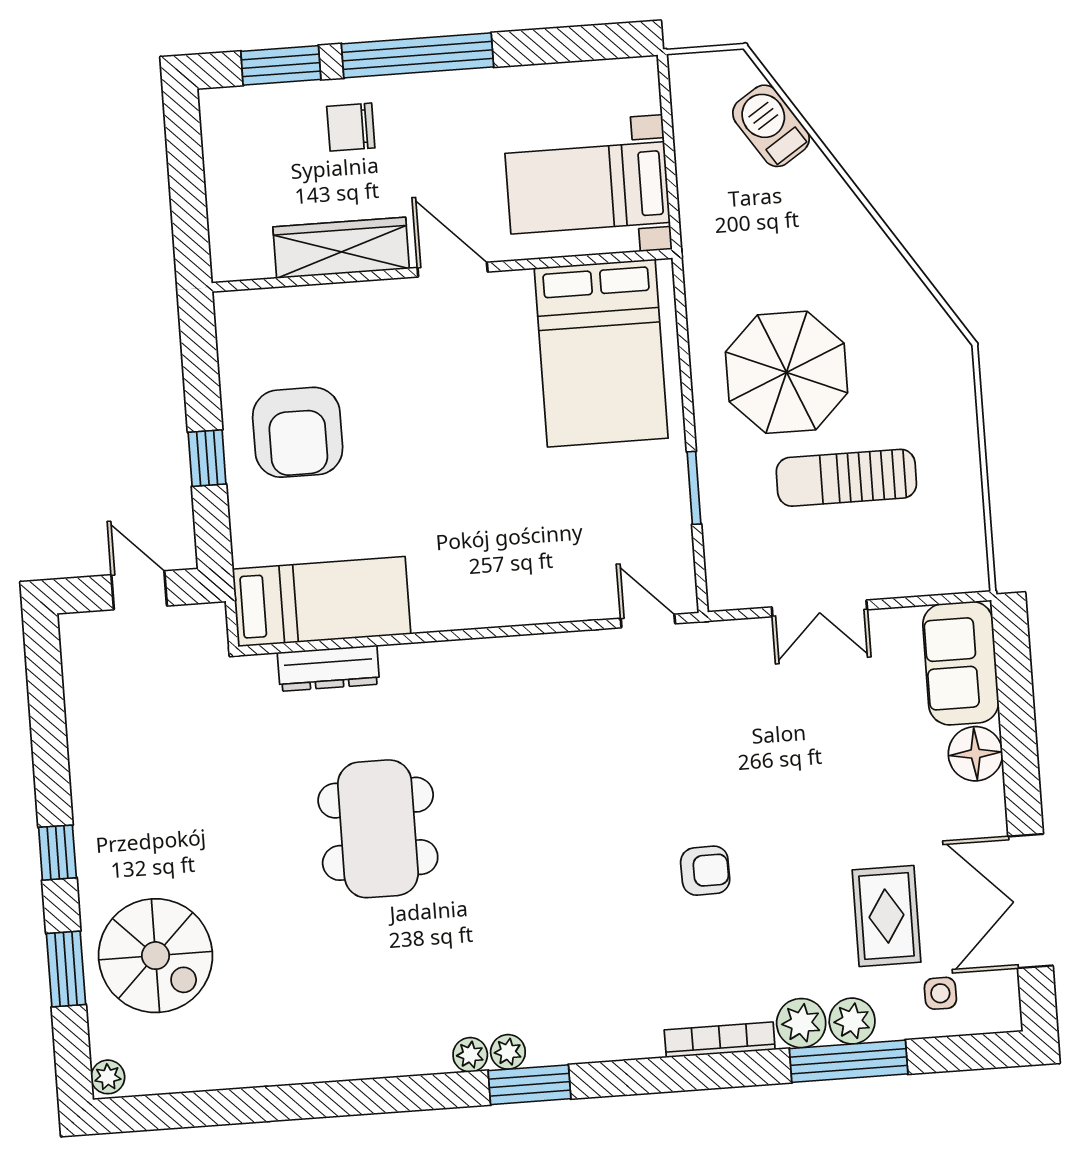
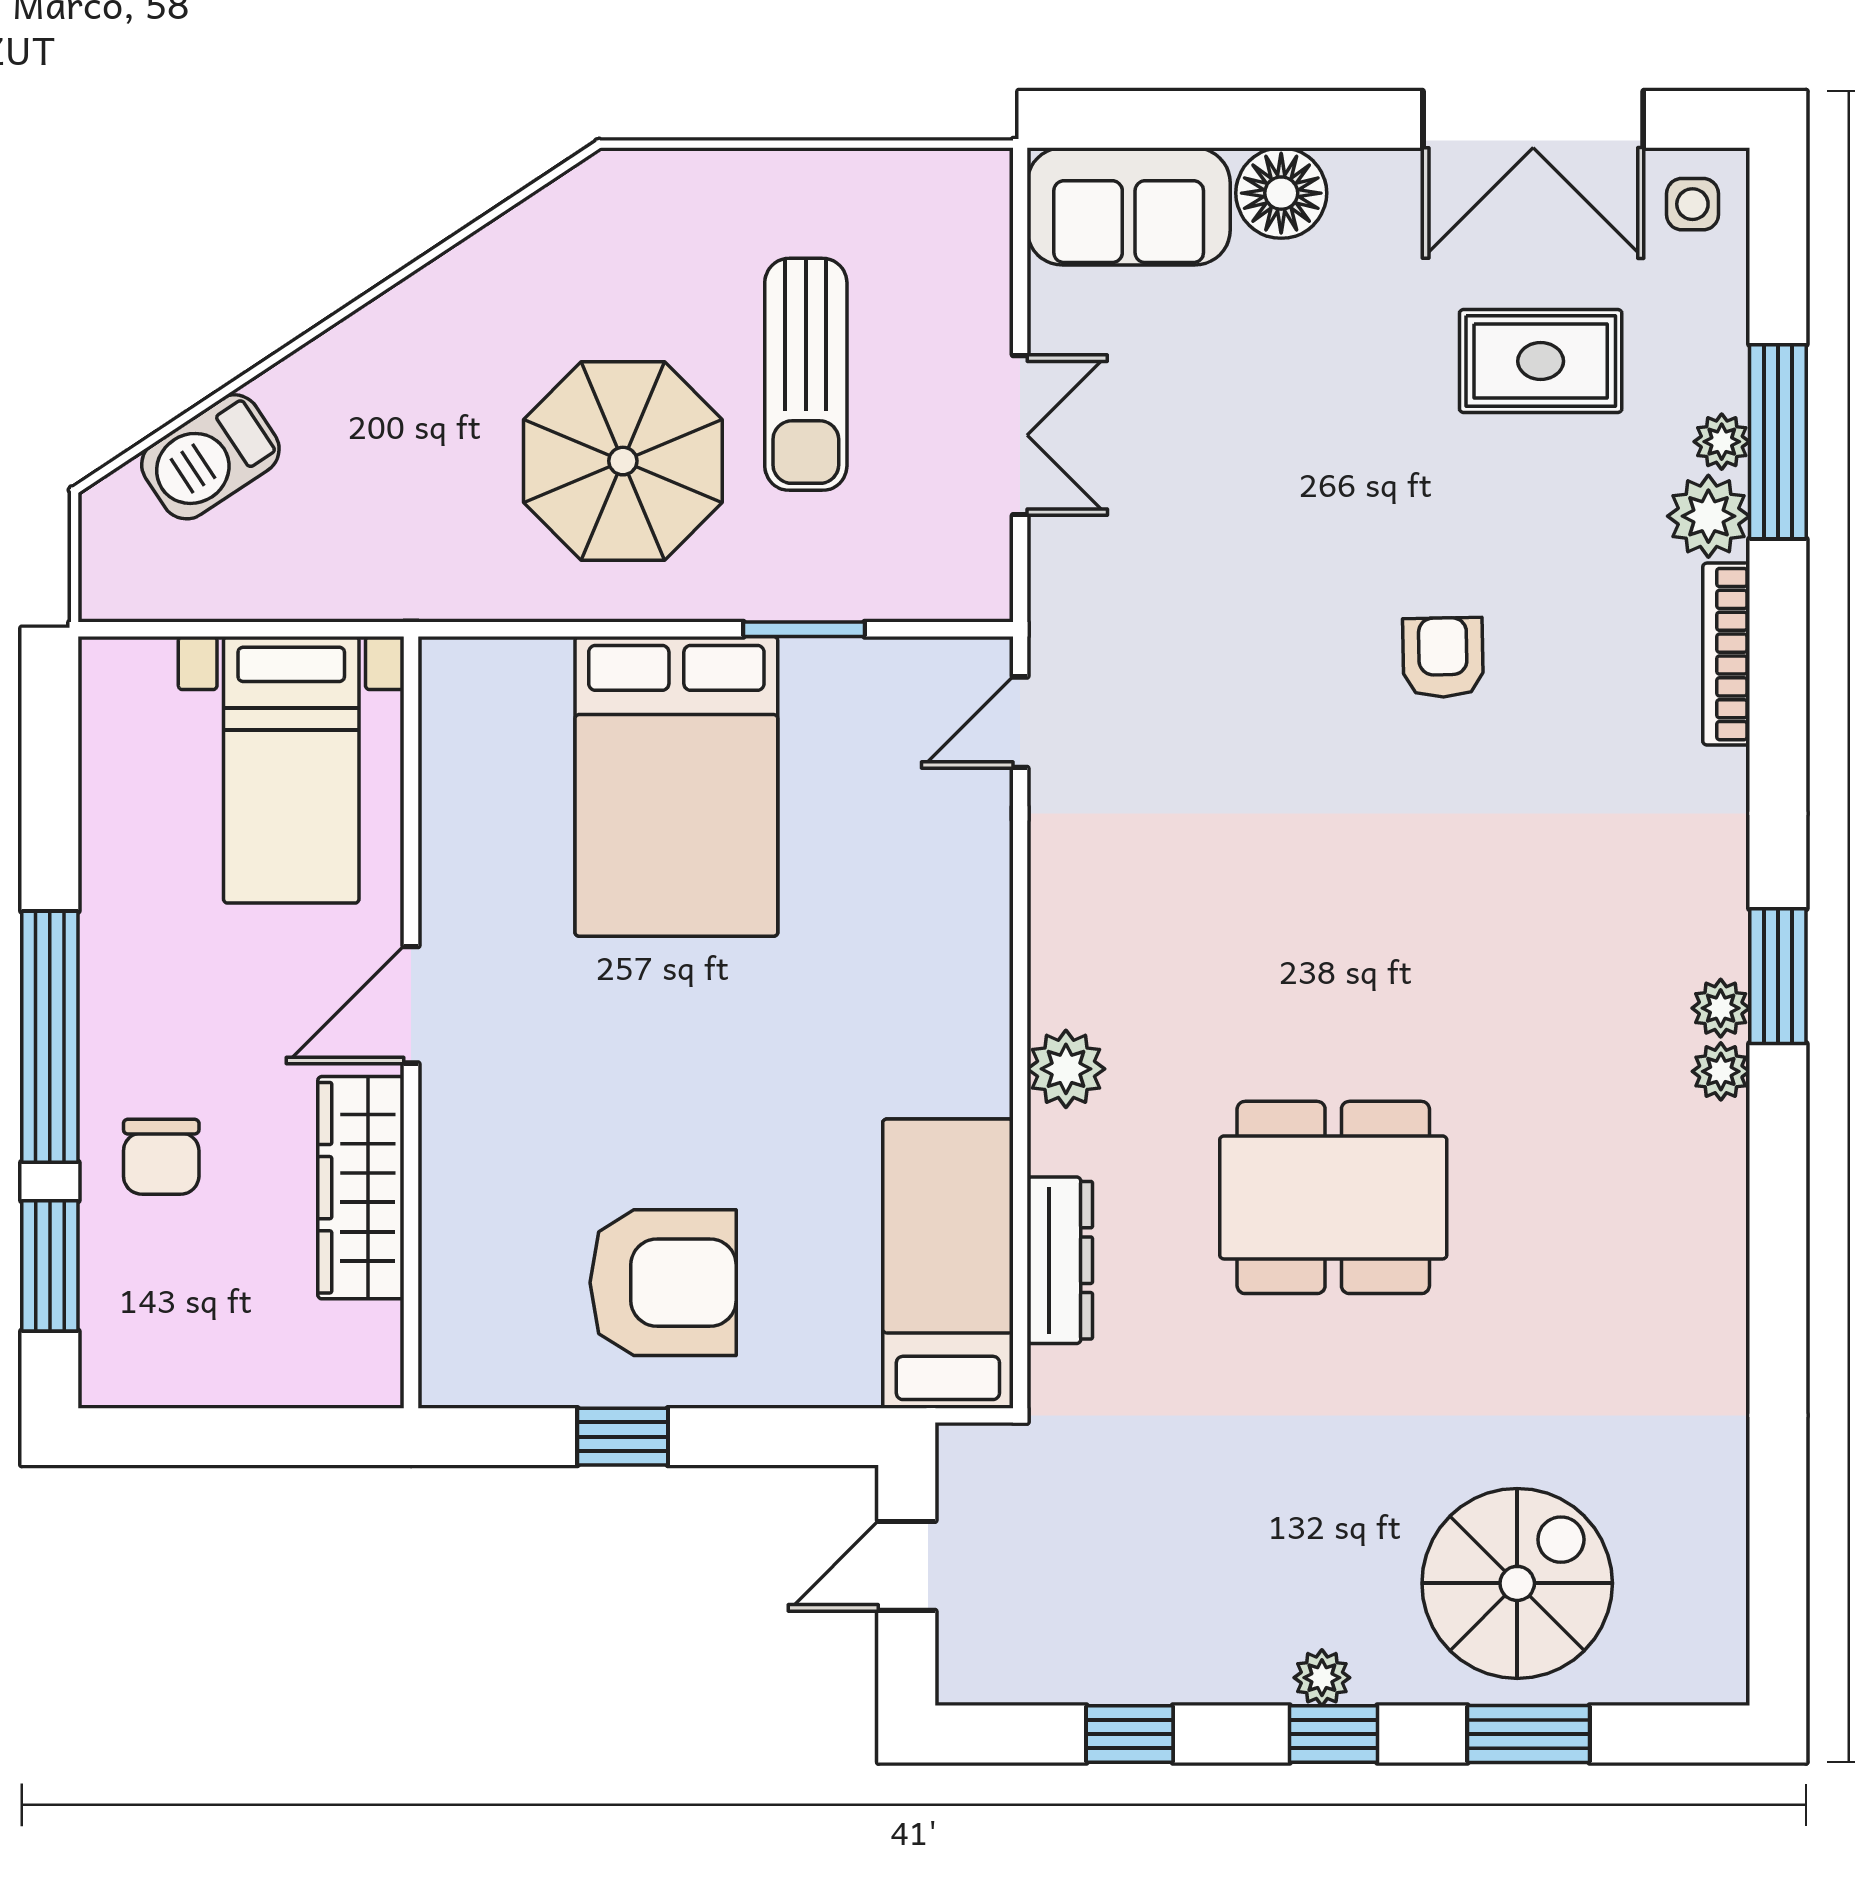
bed: (601, 353) -> (676, 786), moved, turned 90
window: (207, 458) -> (623, 1437), moved
plant: (443, 664) -> (1066, 1069), added
window: (49, 731) -> (1130, 1734), added
side table: (940, 993) -> (1692, 204), moved
plant: (852, 1021) -> (1722, 442), width x0.73, depth x0.73
plant: (108, 1077) -> (1322, 1678), moved

